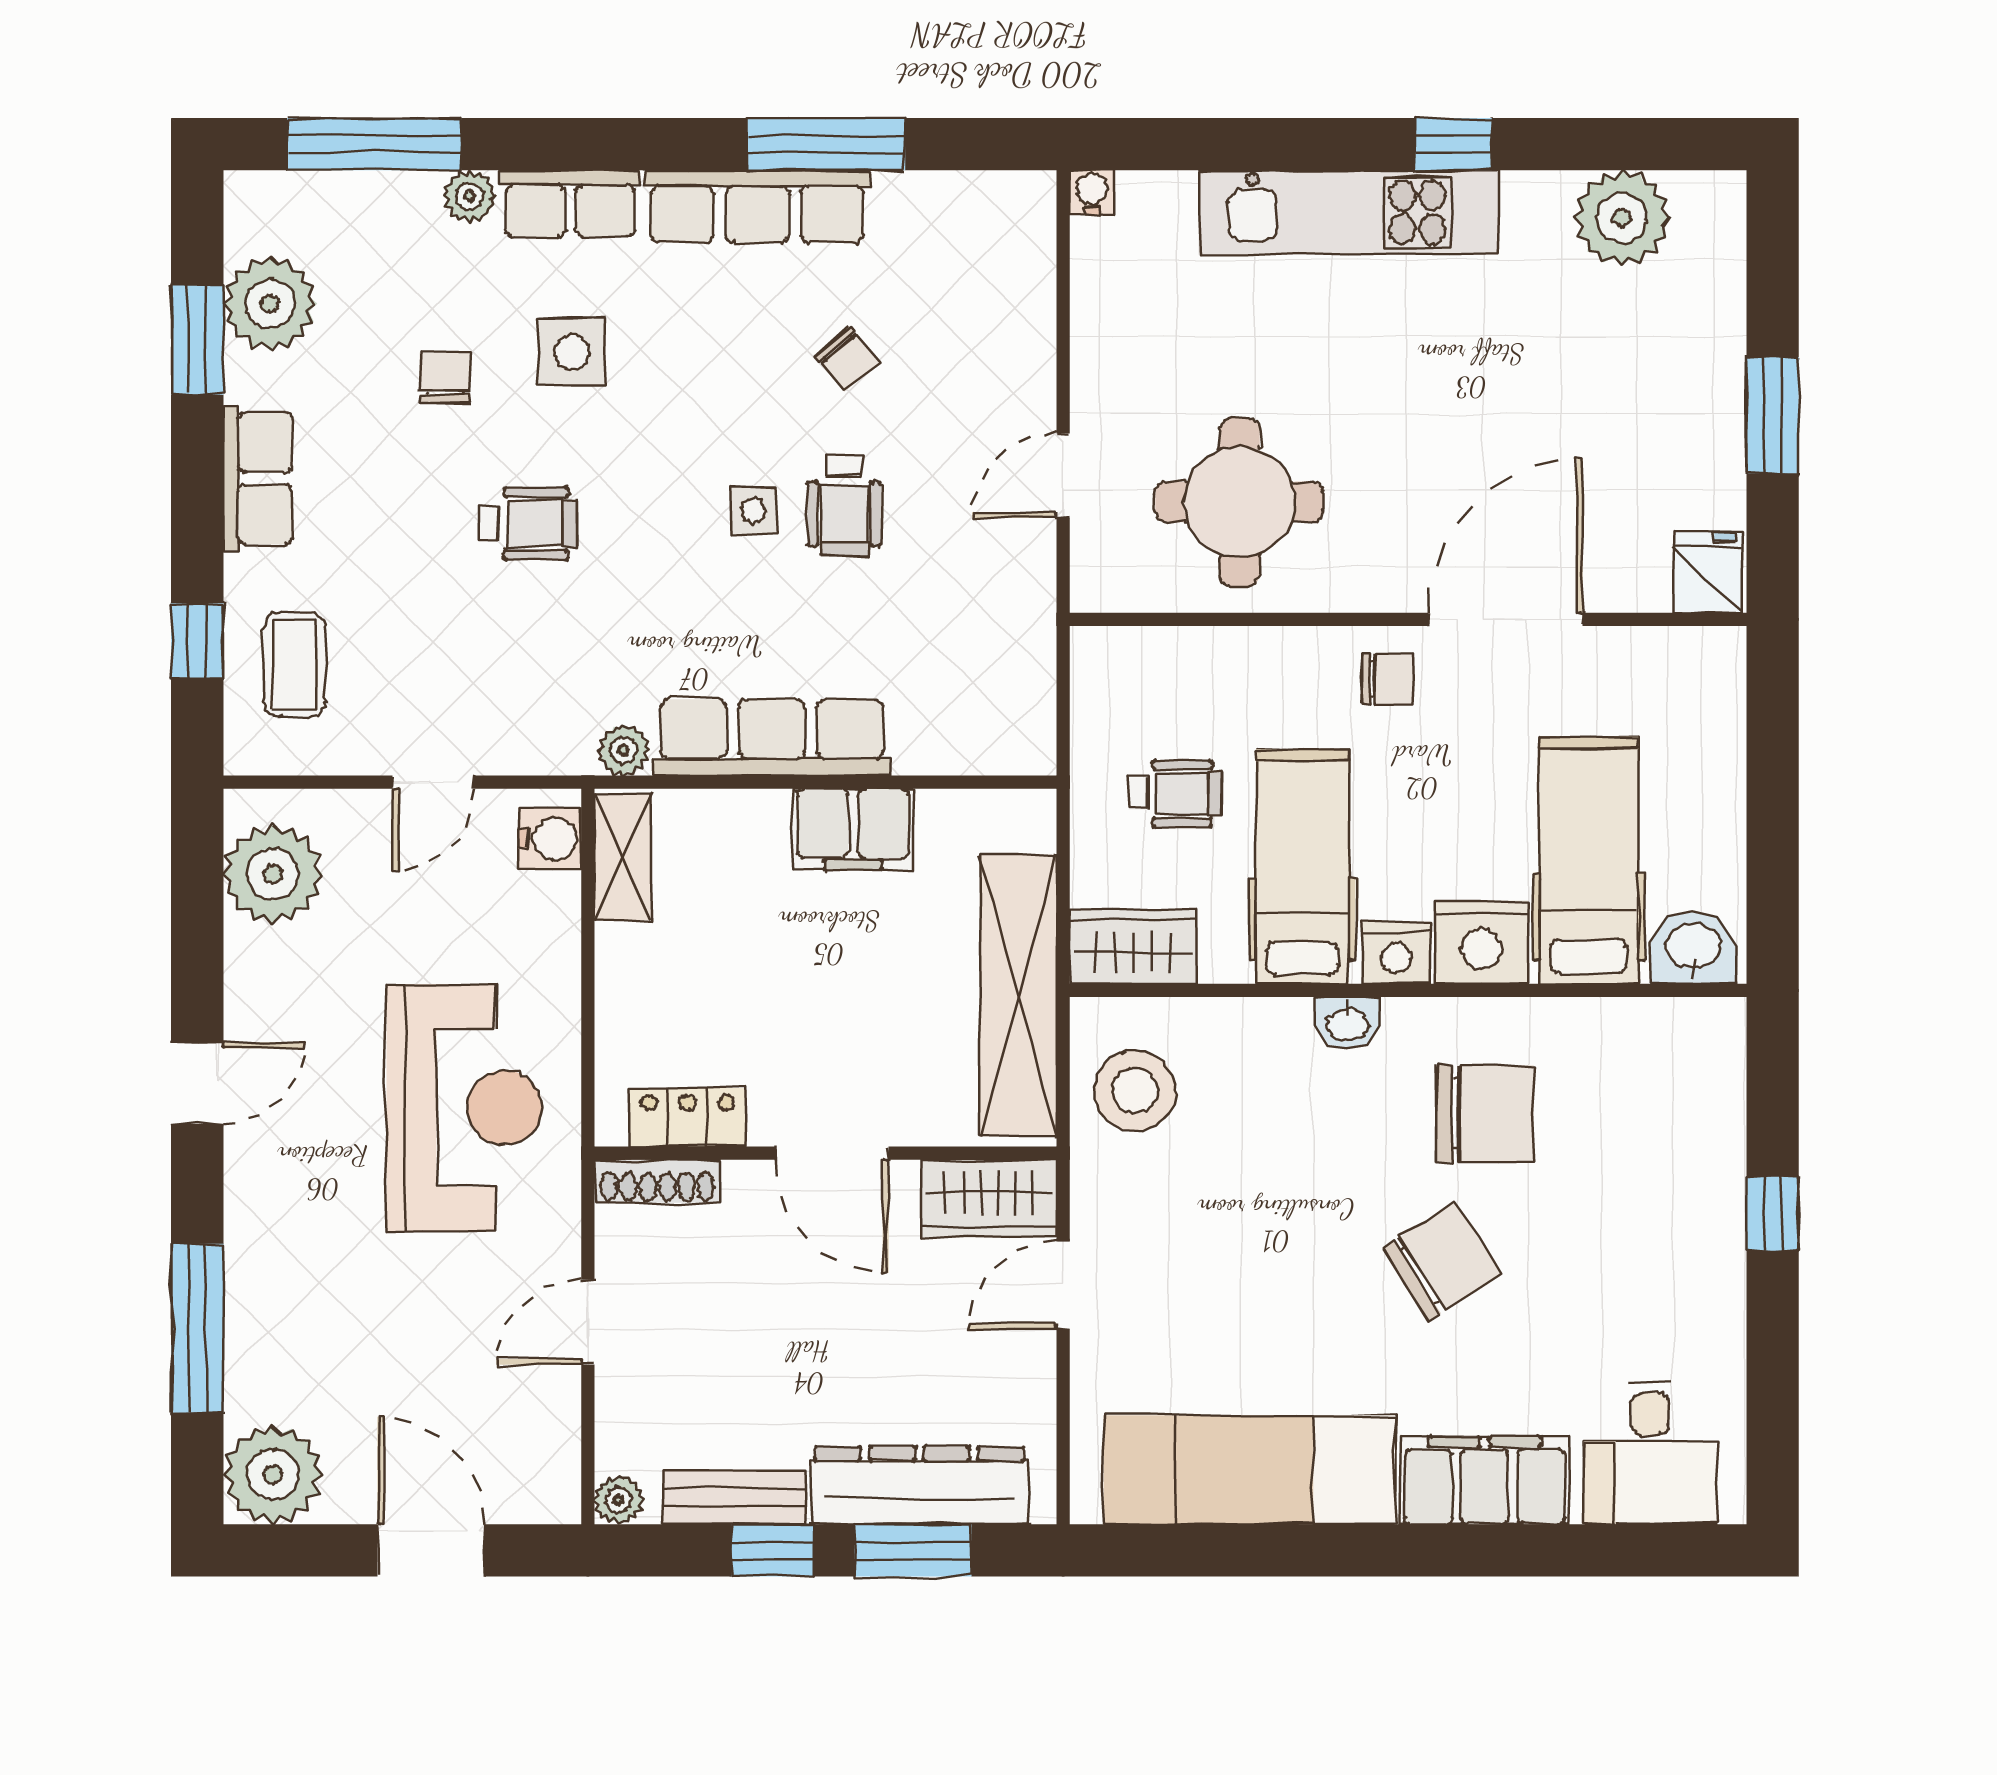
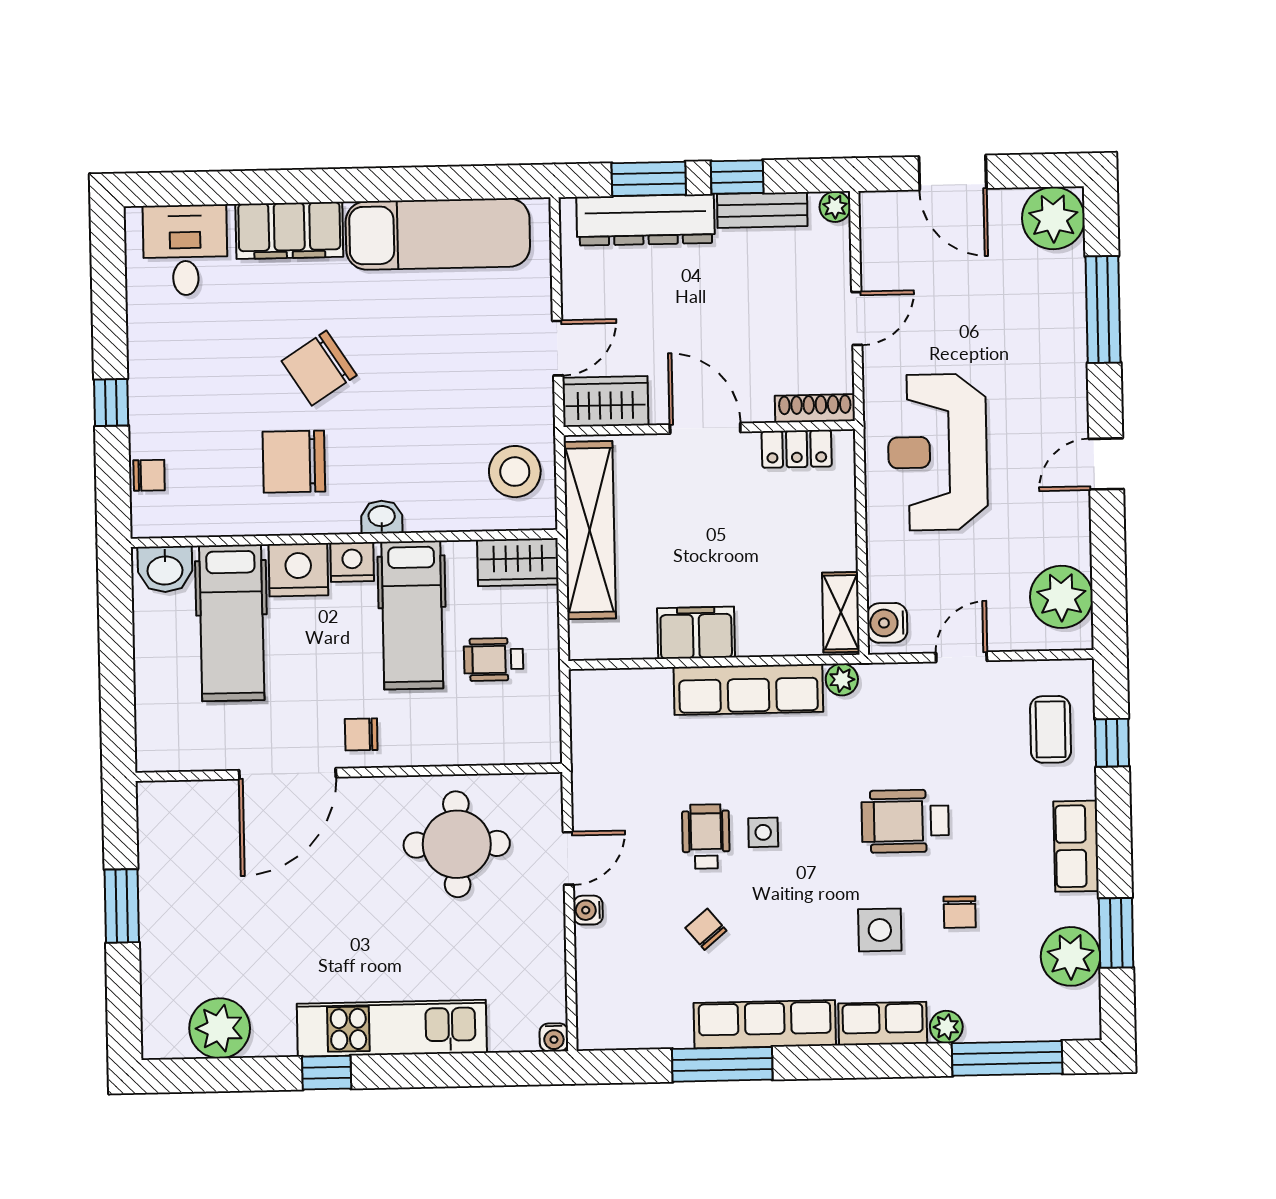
water cooler: (1034, 393) -> (588, 910), added
wheelchair: (528, 524) -> (905, 821), width x1.36, depth x1.37
fridge: (1708, 573) -> (161, 806), removed
chair: (1715, 1097) -> (149, 475), added

